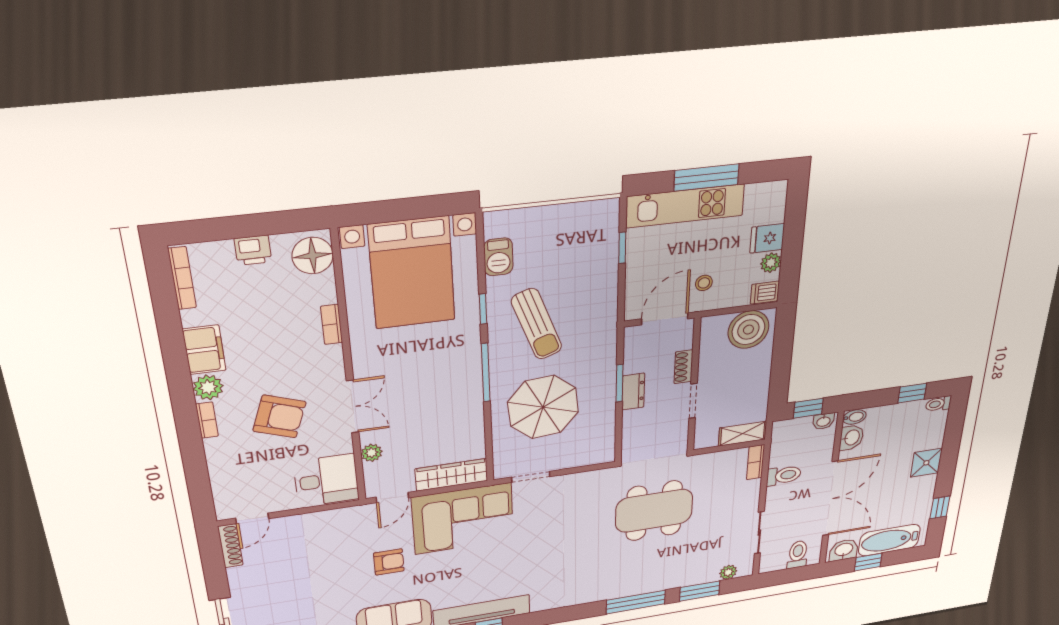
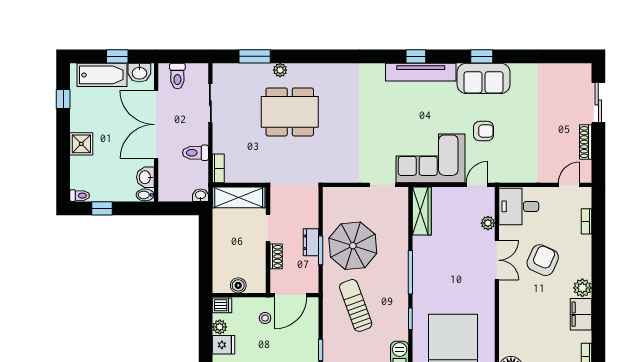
bookcase: (332, 324) -> (504, 321), removed
sun lounger: (537, 324) -> (356, 305), moved
boiler: (748, 330) -> (238, 285), width x0.54, depth x0.54
double door: (353, 407) -> (497, 260), swing flipped
parasol: (543, 407) -> (353, 246), moved
window: (808, 408) -> (182, 208), removed
armchair: (279, 416) -> (543, 260), turned 94
bookcase: (207, 420) -> (586, 221), moved
washbasin: (823, 421) -> (201, 195), moved
shelving: (743, 434) -> (239, 197), width x1.50, depth x1.33
wardrobe: (451, 475) -> (422, 211), moved, turned -90
dining table: (654, 511) -> (290, 112), moved
shoe rack: (230, 546) -> (586, 142), moved
armchair: (389, 562) -> (483, 131), turned 180
plant: (728, 572) -> (280, 70), moved
window: (636, 602) -> (305, 56), removed

